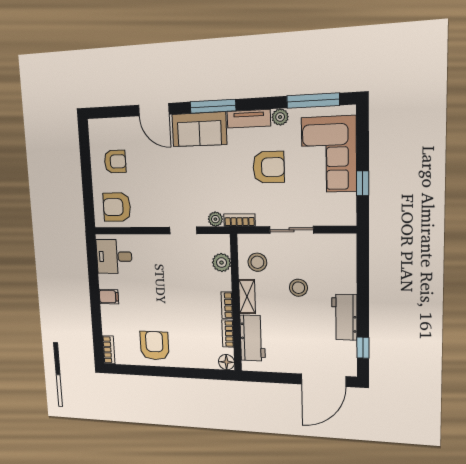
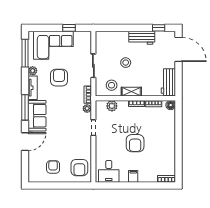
workbench: (253, 338) -> (168, 82), moved, turned -90
armchair: (154, 346) -> (135, 143), moved, turned -90

